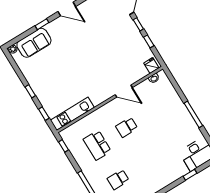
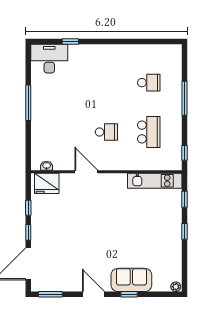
sofa: (34, 43) -> (131, 280), moved
fridge: (151, 66) -> (47, 183), width x1.88, depth x1.34

